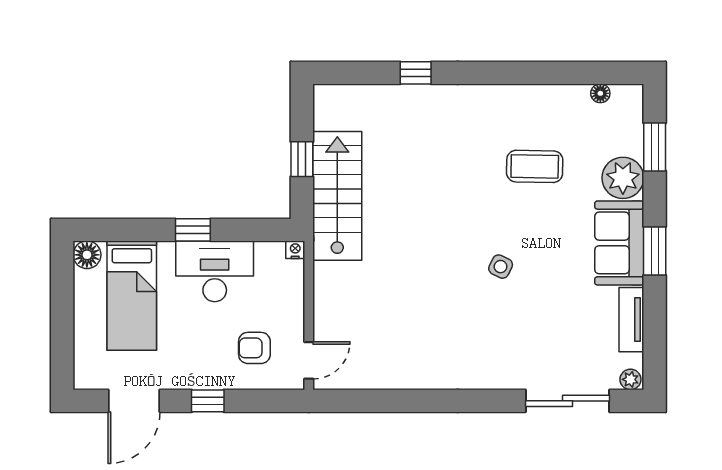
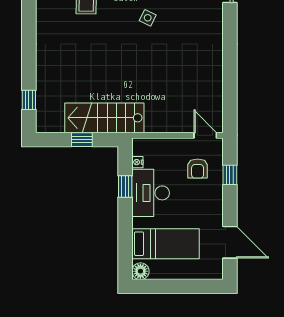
window: (416, 73) -> (29, 100), moved
window: (193, 230) -> (125, 186), moved
nightstand: (295, 250) -> (137, 162), moved
window: (208, 401) -> (230, 175), moved

